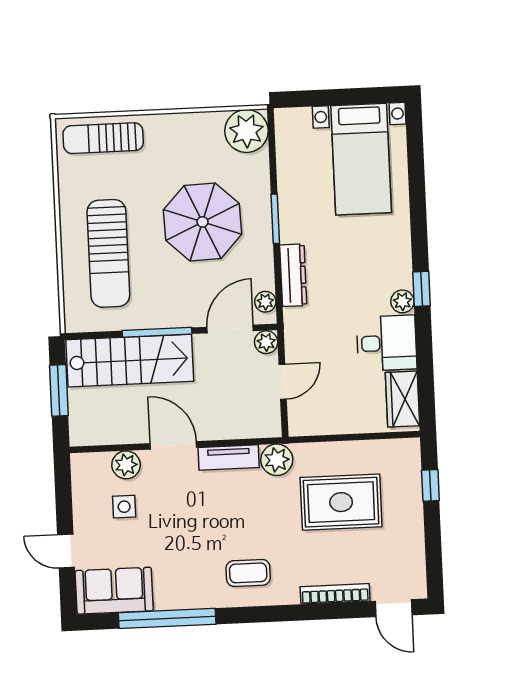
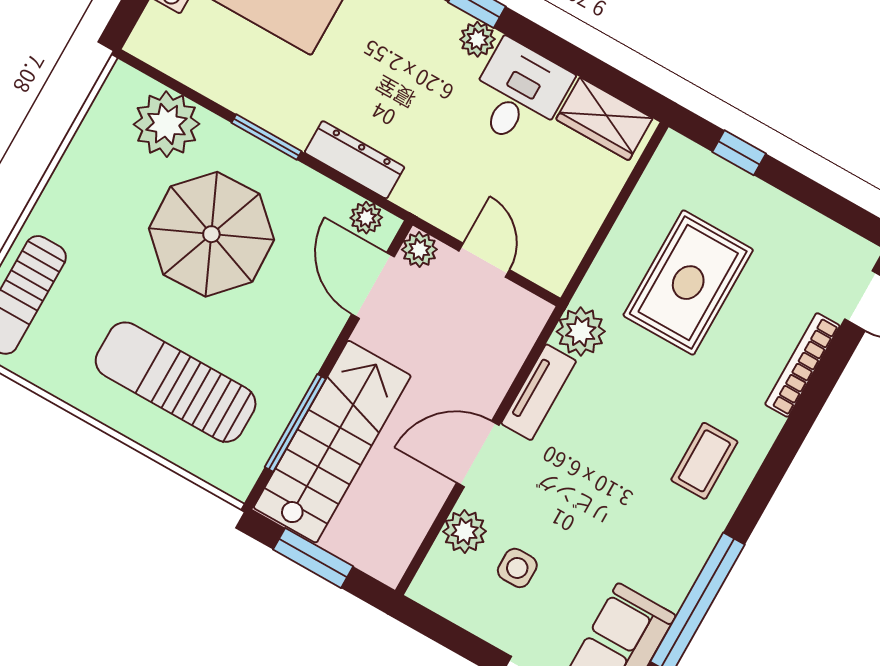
plant: (246, 131) -> (166, 124), moved
sun lounger: (108, 253) -> (176, 382), turned 180
window: (157, 332) -> (295, 423), moved

